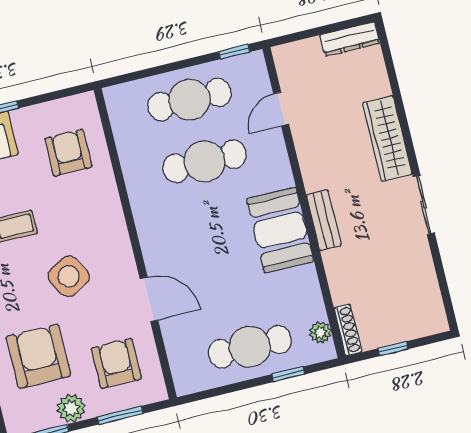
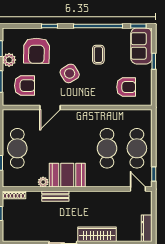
door: (281, 109) -> (138, 189), moved
bench: (324, 220) -> (55, 196), moved
plant: (320, 332) -> (43, 182), moved
armchair: (38, 356) -> (36, 51), turned 91

